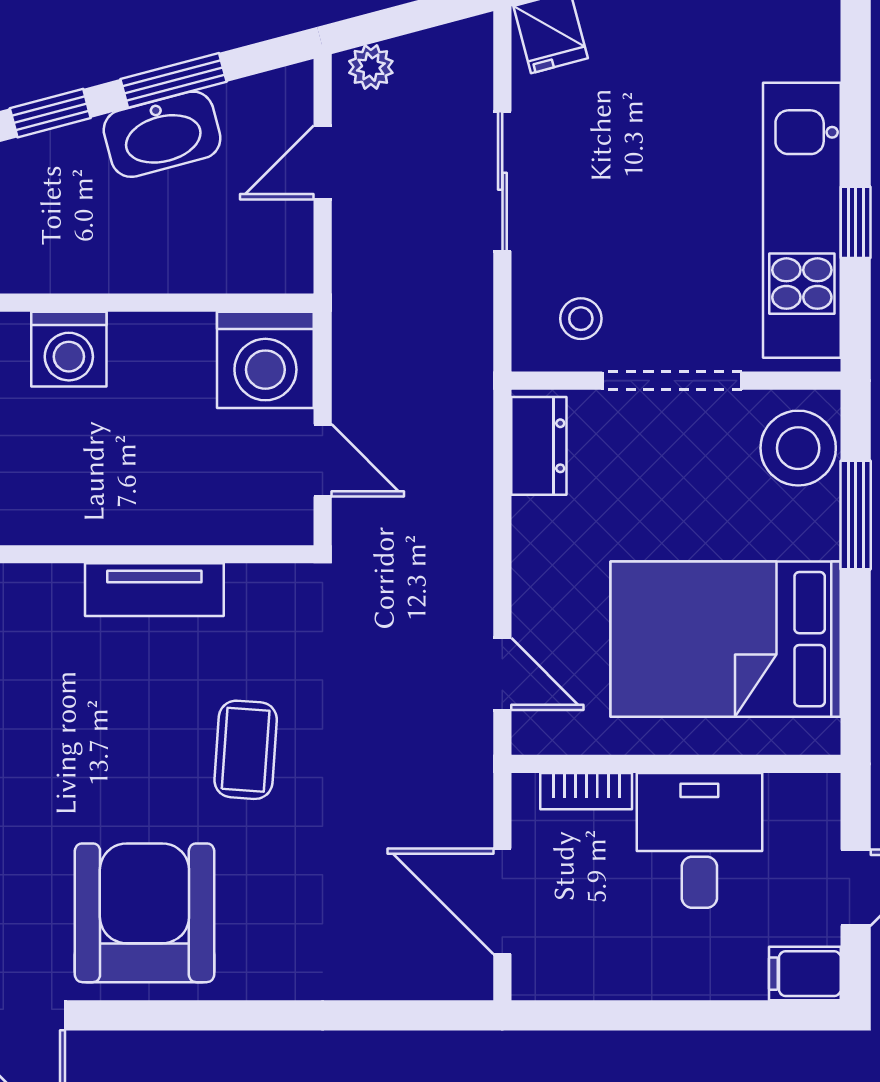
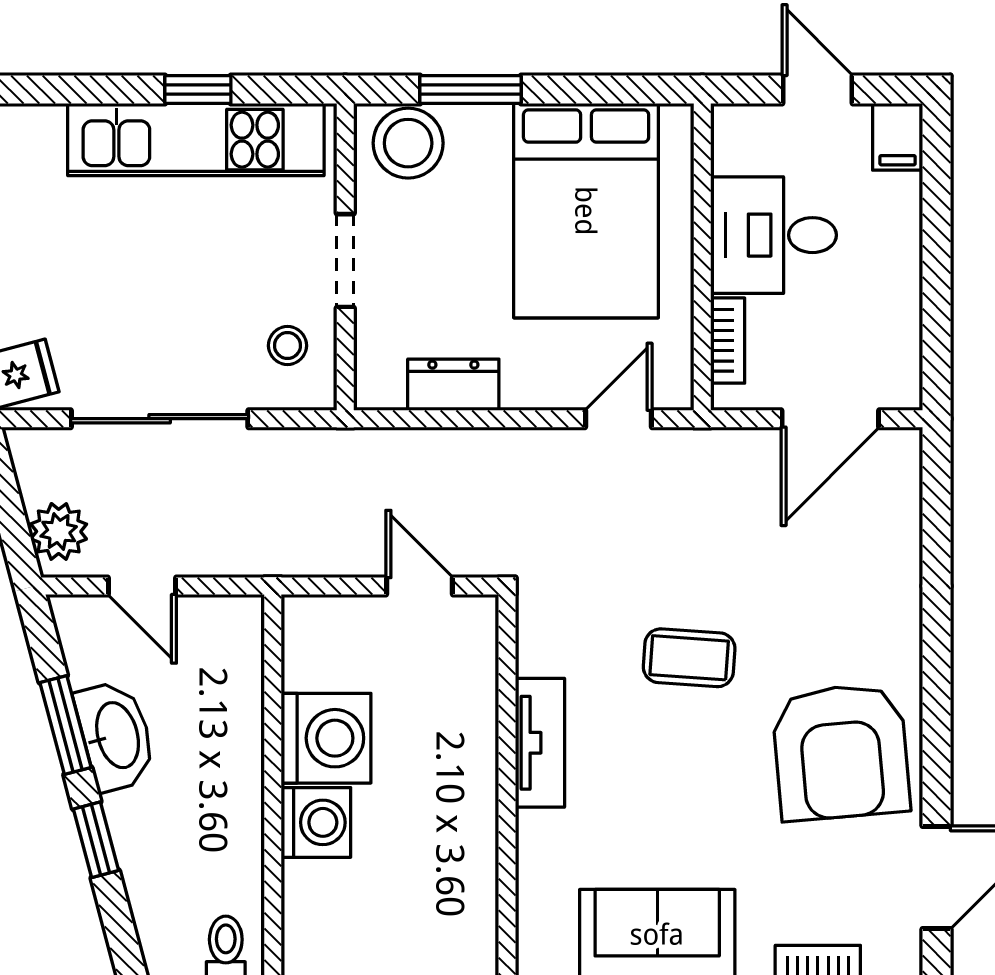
plant: (371, 67) -> (59, 531), width x1.38, depth x1.38
sliding door: (502, 181) -> (160, 419), width x1.37
washing machine: (265, 360) -> (326, 738), moved
doorway: (672, 381) -> (345, 261), width x0.73
dresser: (539, 446) -> (453, 385), moved
door: (323, 460) -> (420, 586), hinge flipped
armchair: (144, 913) -> (841, 752), turned -95

